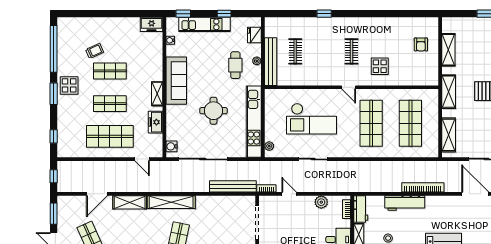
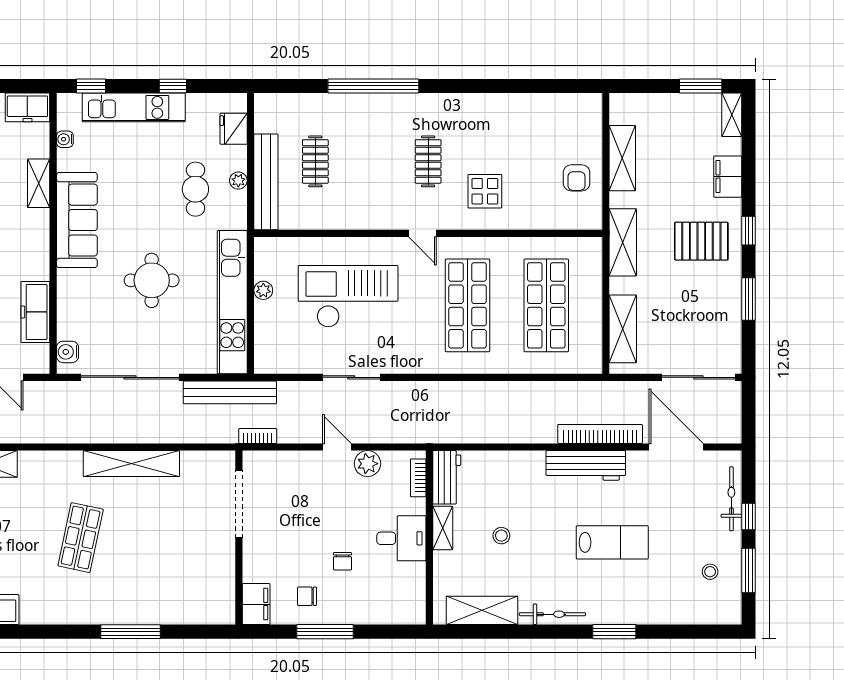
window: (324, 14) -> (373, 86), width x3.17
armchair: (421, 44) -> (577, 178), moved
shelving: (157, 94) -> (39, 183), moved
checkout: (312, 119) -> (348, 296), turned 180
freezer: (155, 122) -> (35, 312), width x1.40
plant: (269, 146) -> (263, 290), moved
bench: (233, 186) -> (230, 392), moved
bookcase: (423, 187) -> (600, 434), moved
door: (289, 194) -> (337, 447), moved
shelving: (171, 202) -> (131, 464), moved
workbench: (405, 203) -> (586, 465), moved

